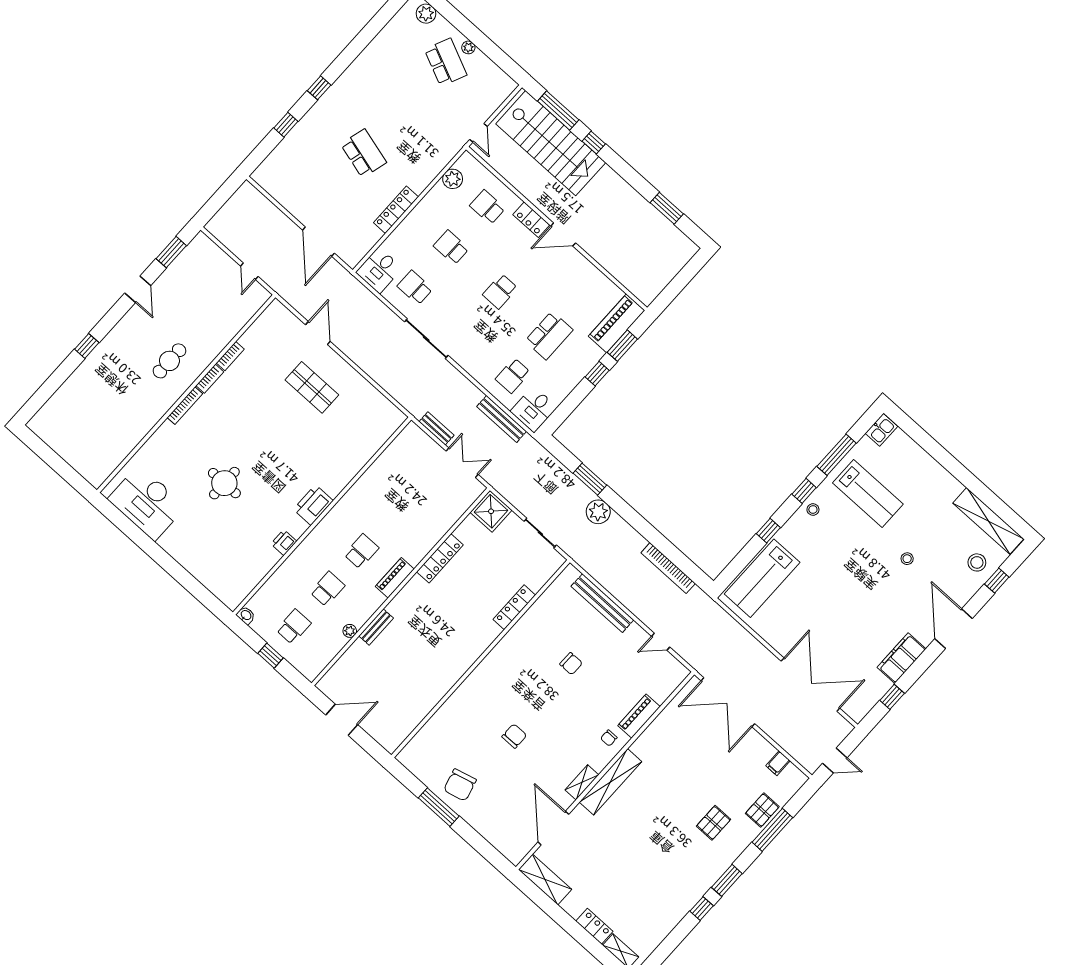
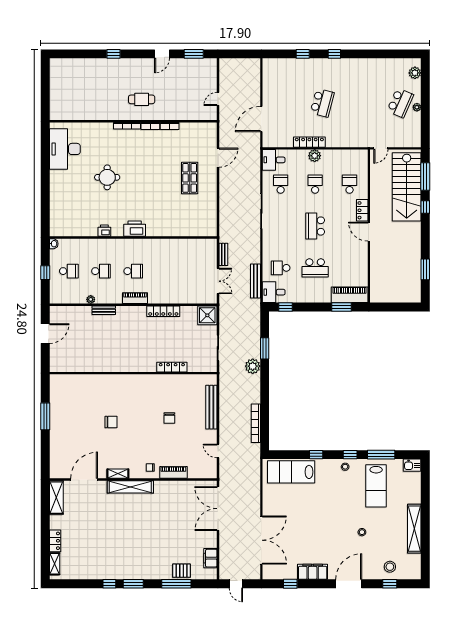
plant: (453, 179) -> (315, 156), moved
school desk: (500, 291) -> (315, 226), width x1.85
window: (597, 374) -> (286, 307), moved
shelving: (988, 521) -> (414, 529), moved
door: (342, 720) -> (45, 334), hinge flipped
filing cabinet: (778, 763) -> (210, 558), width x2.00
chair: (460, 785) -> (65, 417), removed
pallet: (714, 823) -> (155, 553), removed

